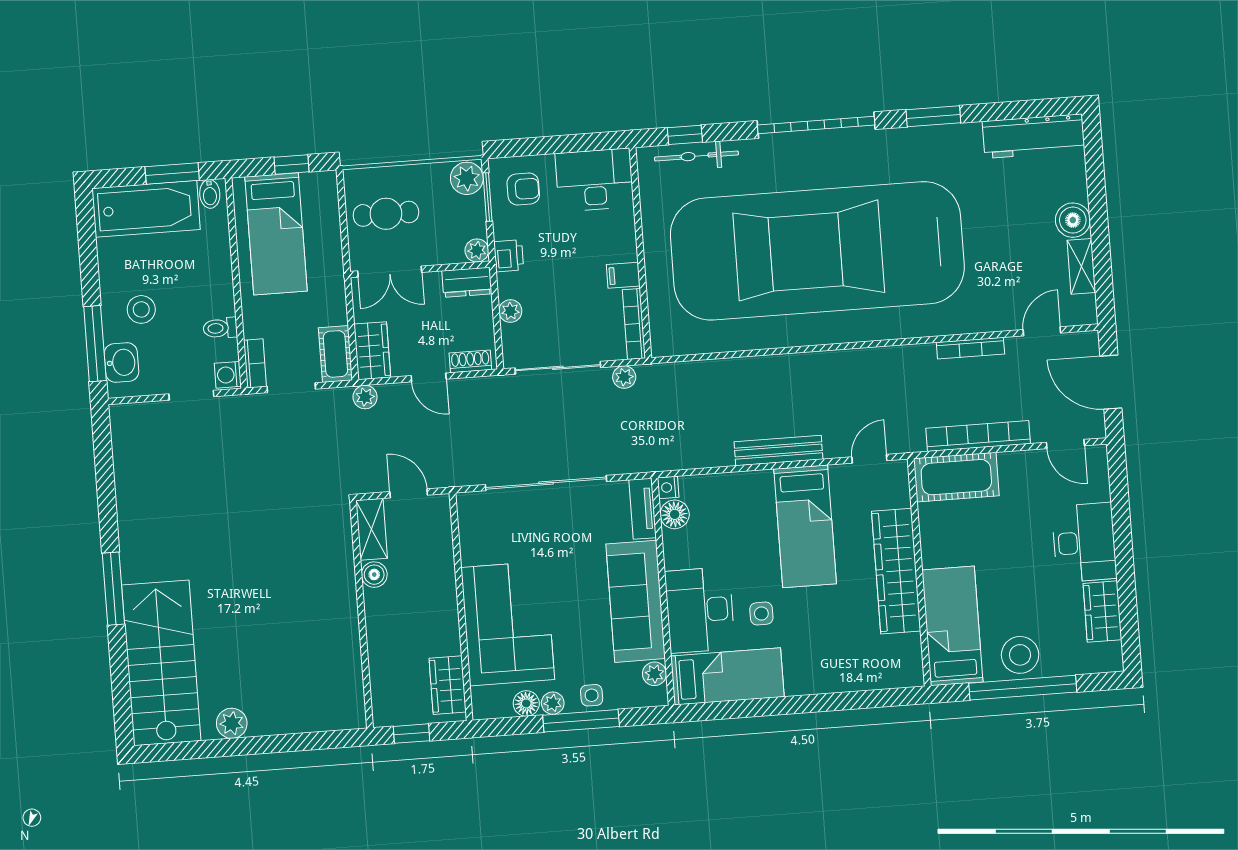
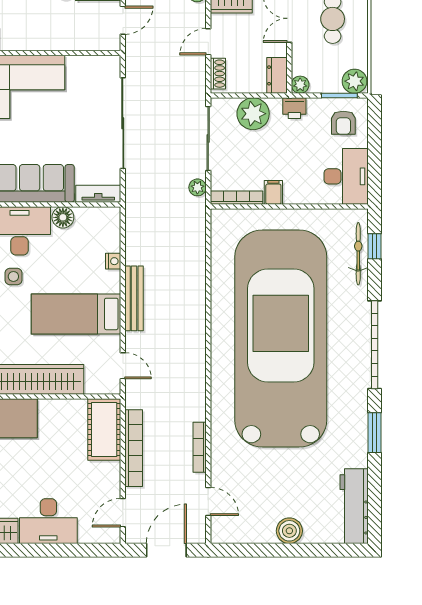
shelving: (1081, 266) -> (254, 535), removed
plant: (510, 311) -> (253, 114), width x1.87, depth x1.87
nightstand: (668, 487) -> (113, 261), moved, turned 90
floor lamp: (675, 514) -> (63, 217), moved

